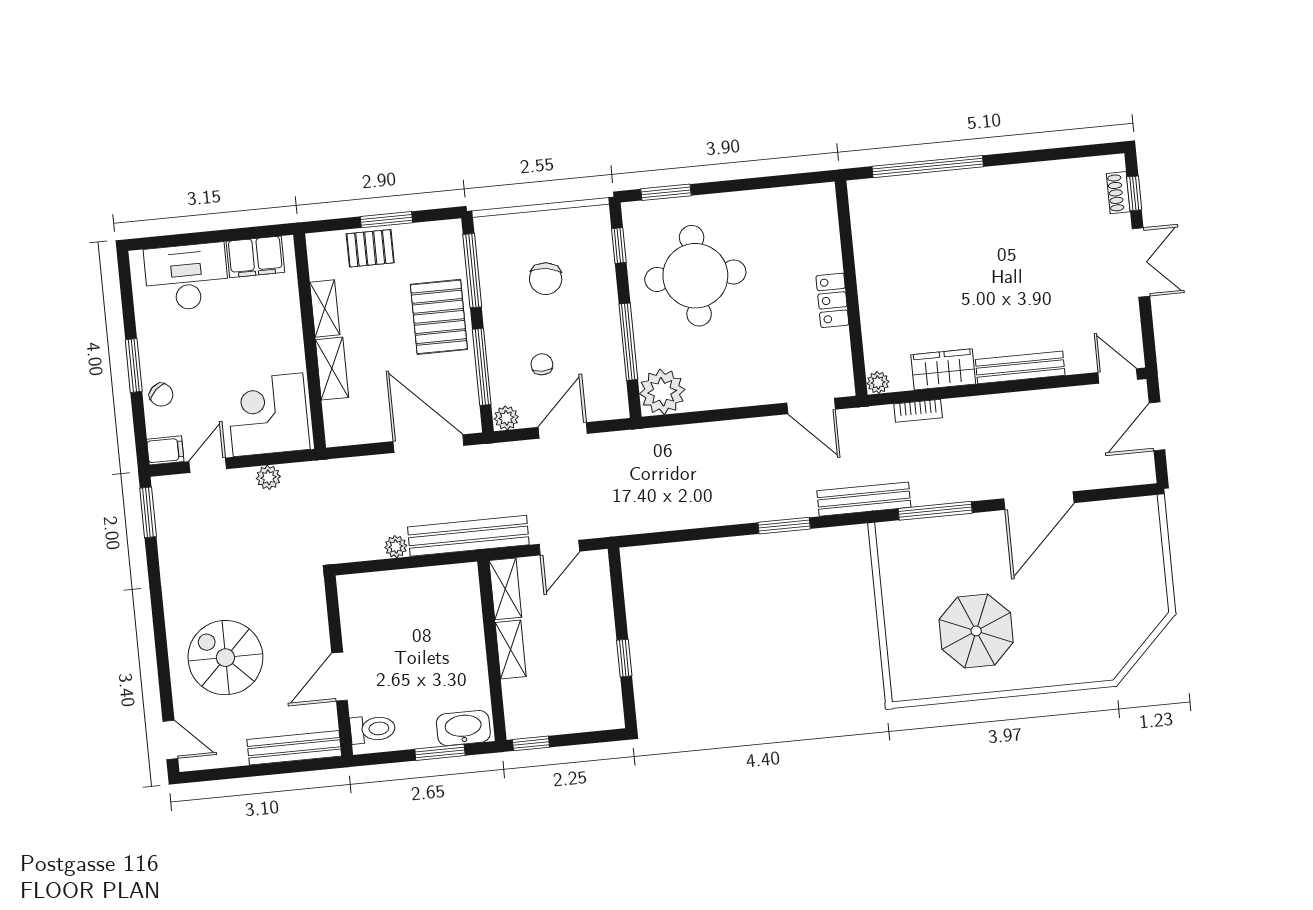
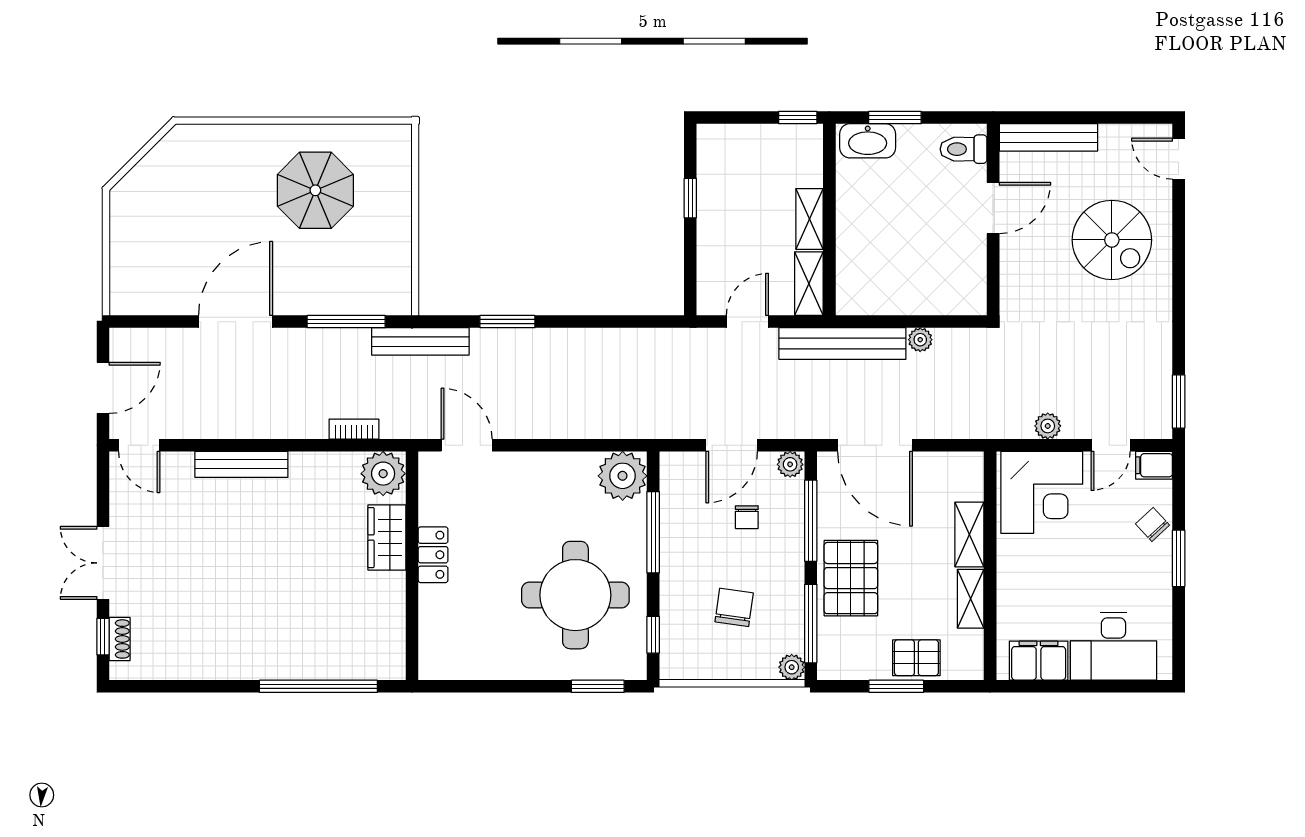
plant: (486, 228) -> (792, 667), added
wardrobe: (943, 369) -> (387, 538), moved, turned 90
plant: (878, 382) -> (383, 474), width x1.87, depth x1.87

